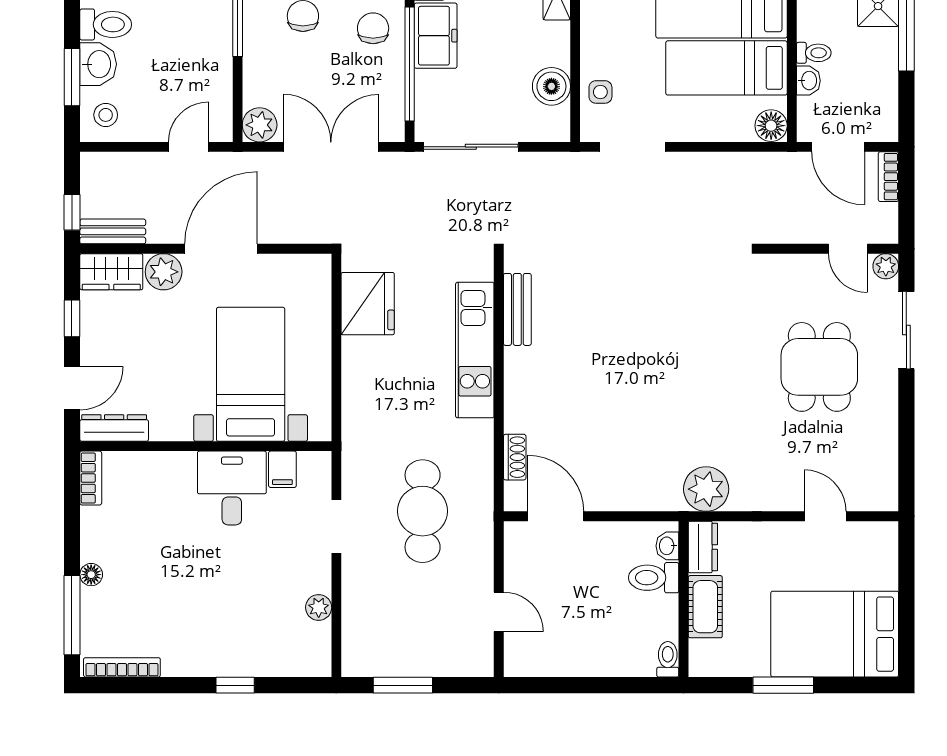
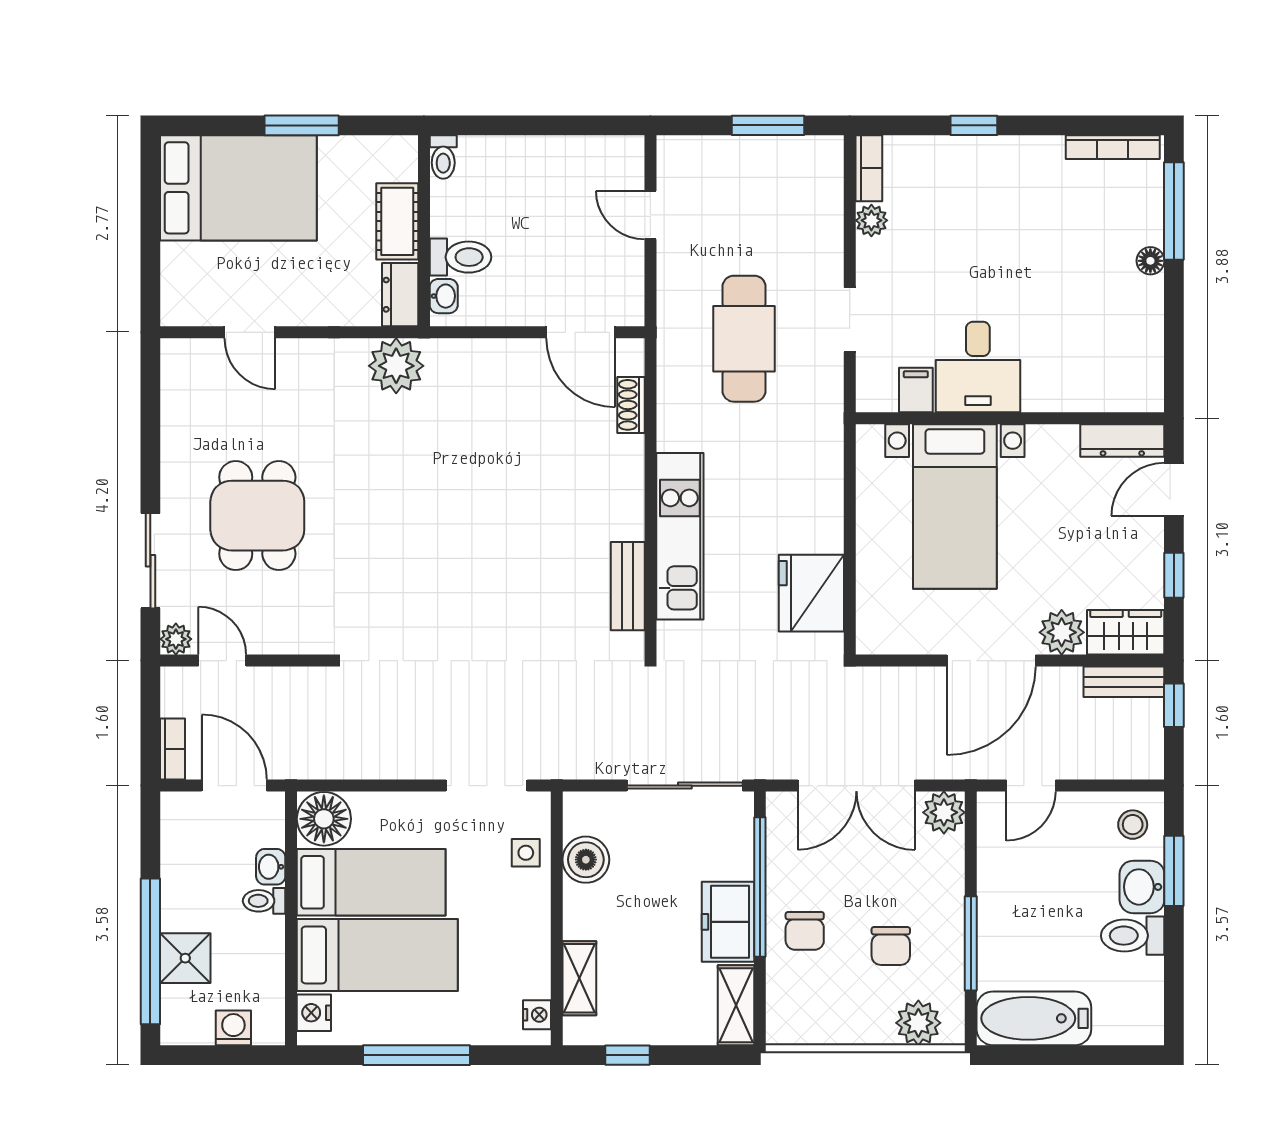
floor lamp: (771, 126) -> (324, 819), width x1.38, depth x1.38
bookcase: (91, 478) -> (869, 168), moved, turned 180

